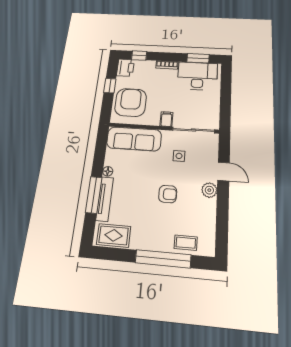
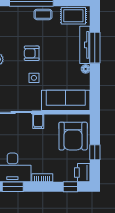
side table: (179, 156) -> (34, 78), moved
coffee table: (186, 243) -> (43, 14), moved

